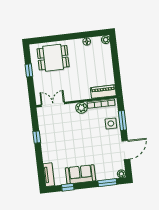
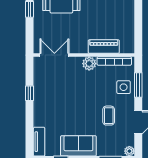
piano: (103, 92) -> (104, 47), moved
coffee table: (102, 147) -> (109, 116), added

